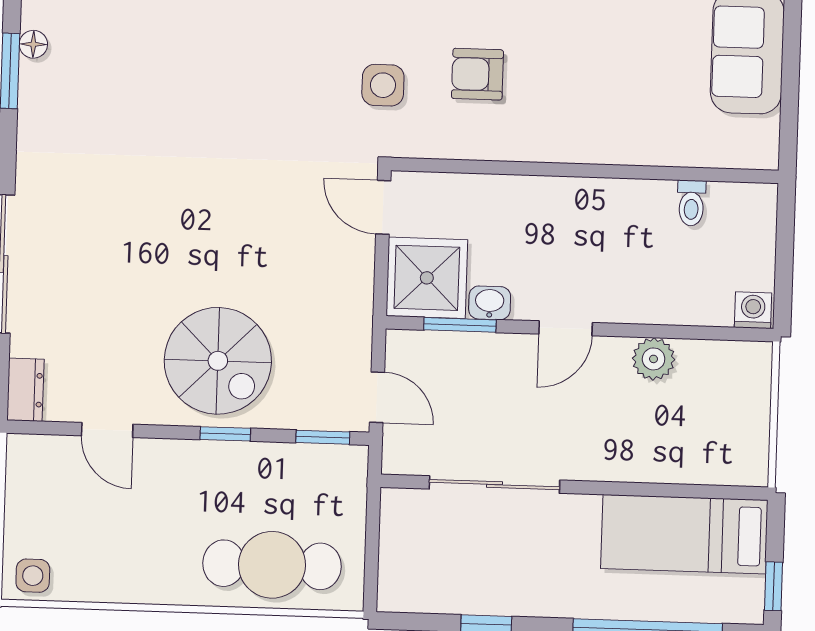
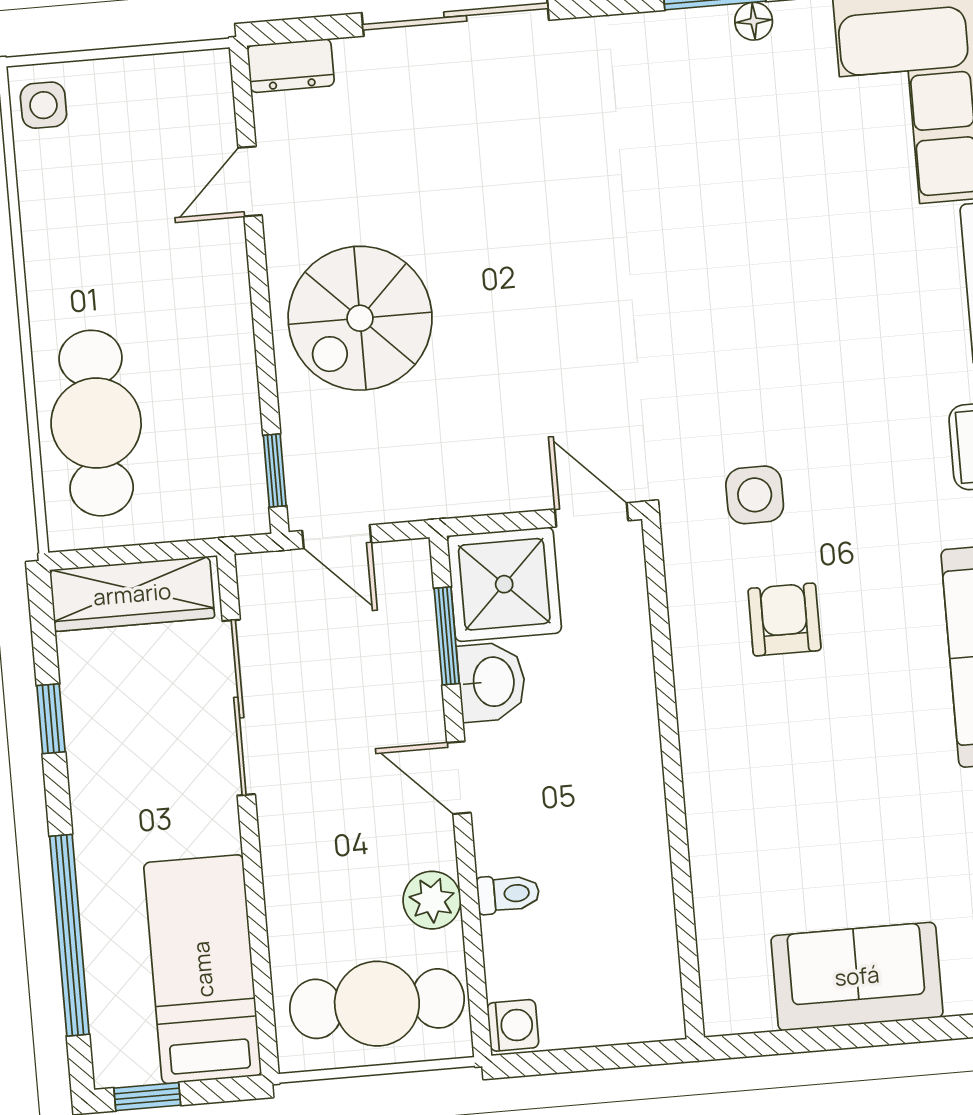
toilet: (691, 203) -> (508, 894), moved, turned 180
door: (383, 207) -> (591, 515), hinge flipped
washbasin: (490, 303) -> (492, 682), width x1.38, depth x1.45
door: (377, 397) -> (337, 537), hinge flipped
cafe table: (725, 409) -> (377, 1004), added
window: (225, 434) -> (264, 340), removed
wardrobe: (401, 553) -> (132, 594), added

